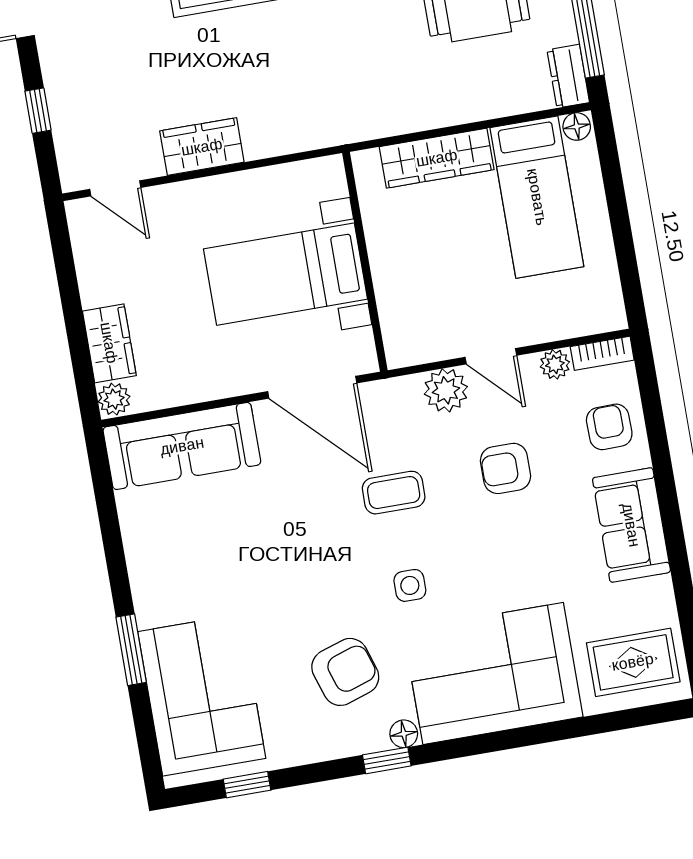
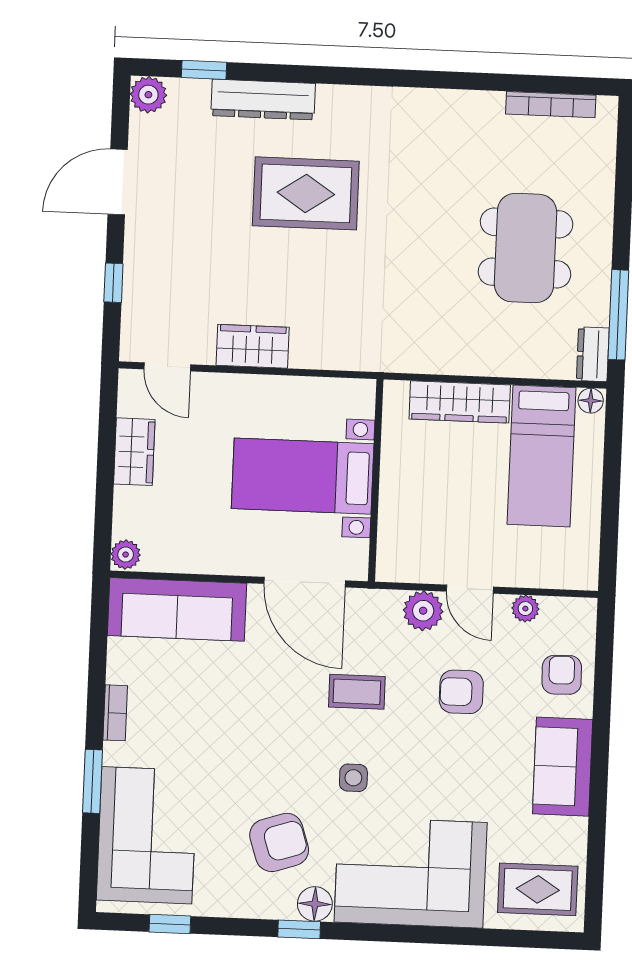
wardrobe: (109, 343) -> (134, 452), moved
bookcase: (602, 353) -> (115, 713), moved, turned -90
floor lamp: (404, 734) -> (315, 904), width x1.37, depth x1.37

